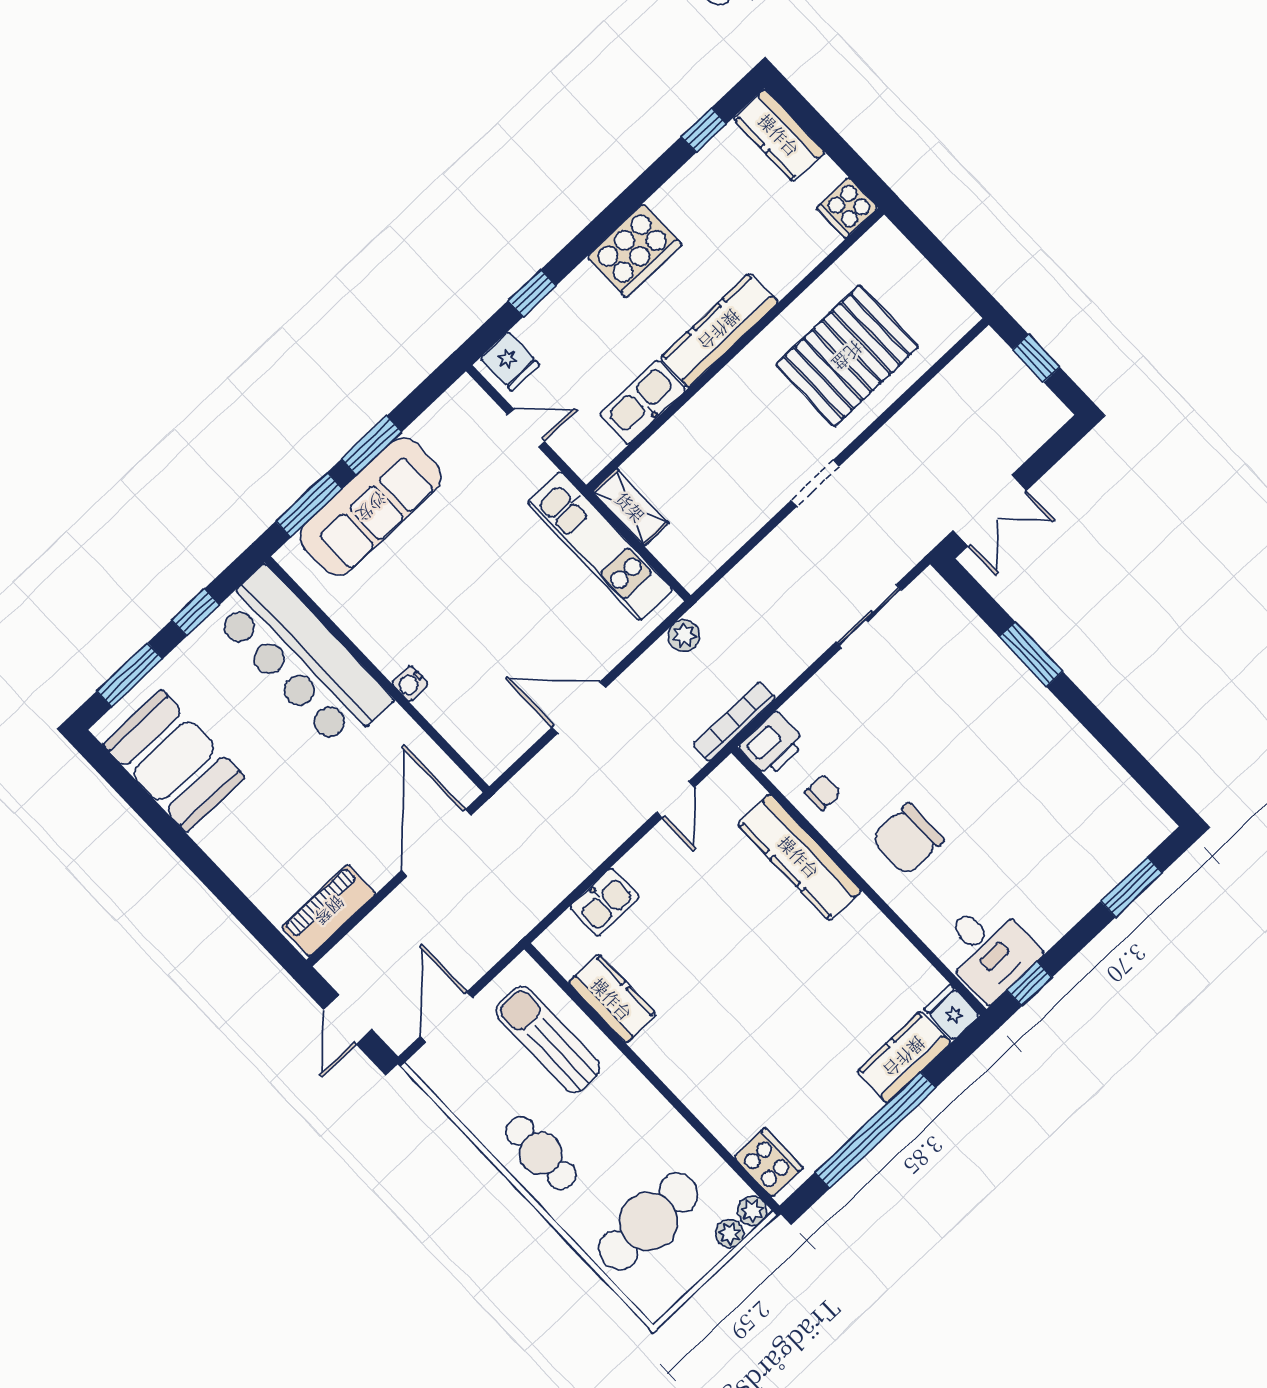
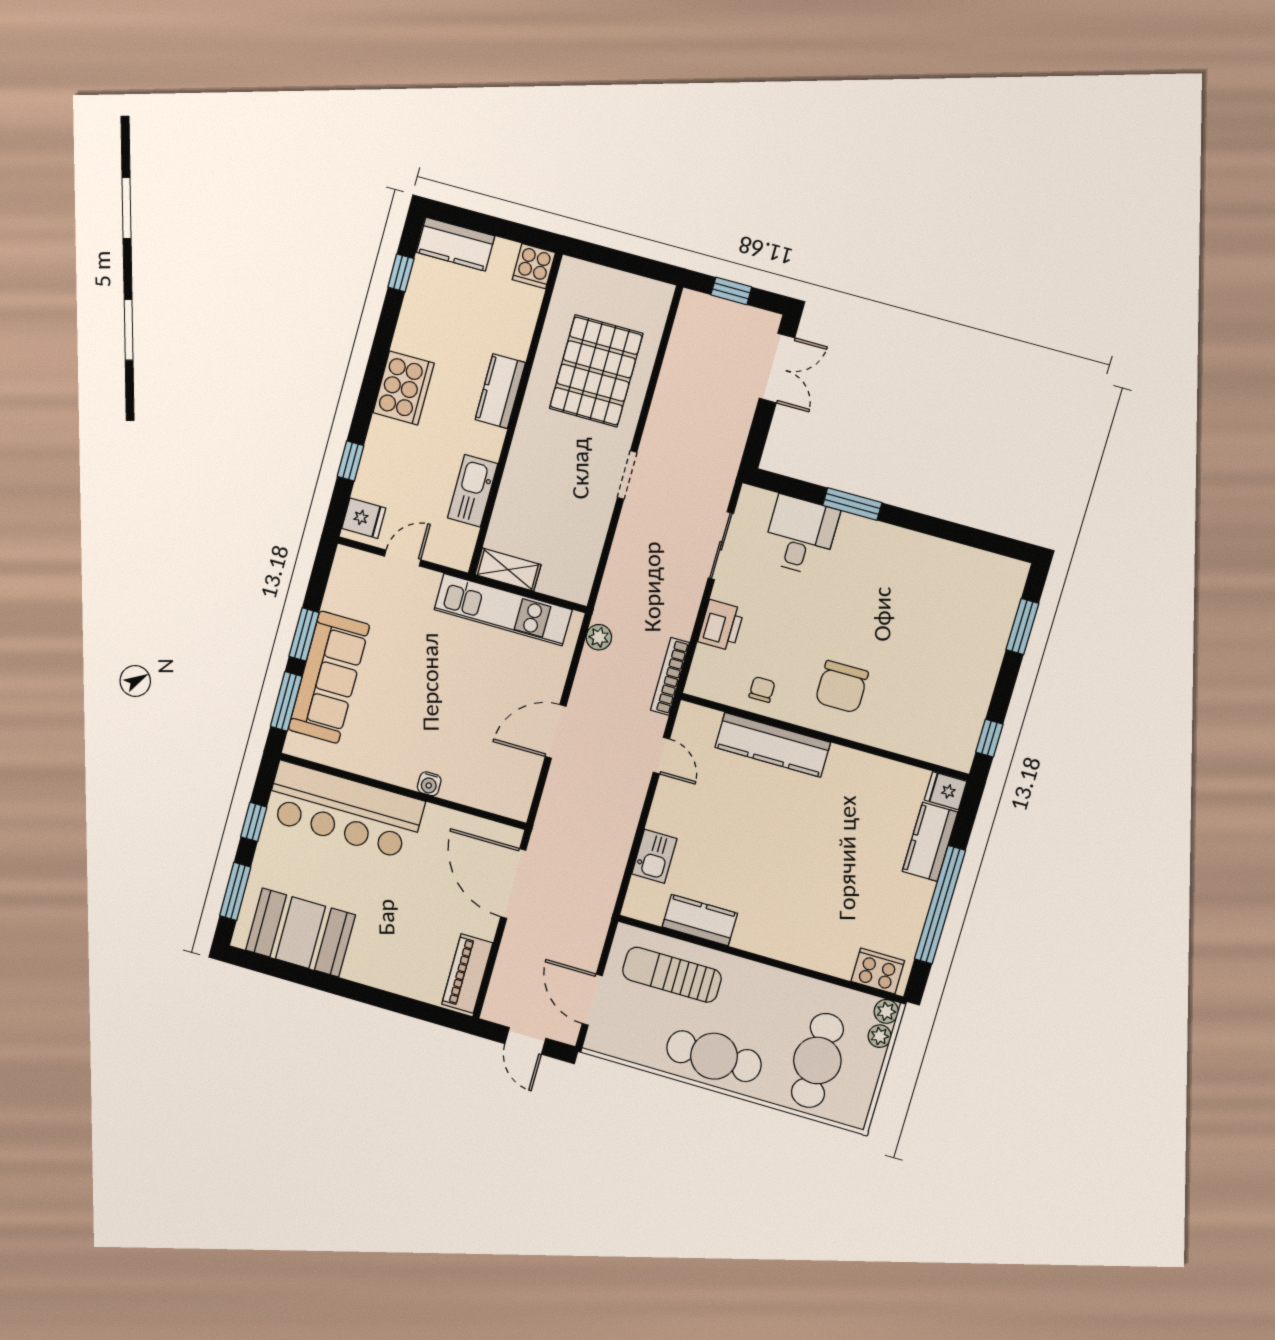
kitchen counter: (719, 330) -> (500, 391), width x0.67
double door: (990, 510) -> (777, 368), moved
printer: (772, 744) -> (721, 625), moved
desk: (988, 950) -> (800, 535), moved, turned -90
cafe table: (541, 1153) -> (714, 1056), width x1.37, depth x1.35

